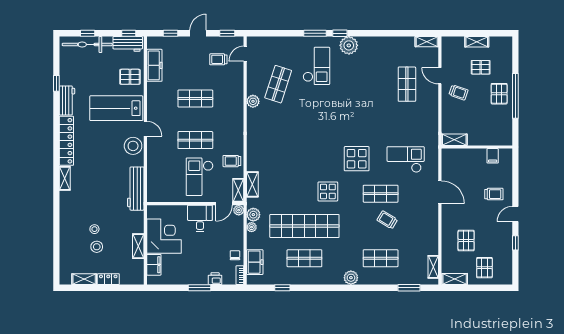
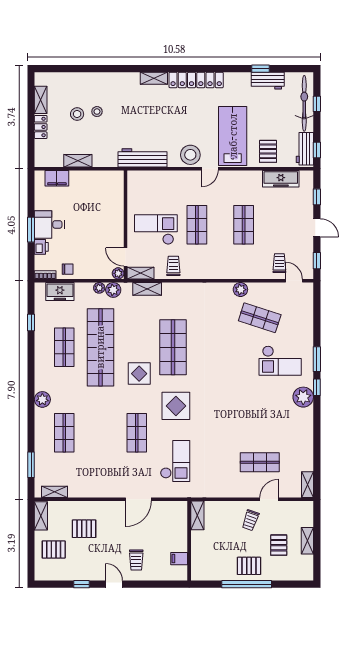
trolley: (218, 59) -> (279, 263), moved
workbench: (67, 100) -> (268, 81), moved
shop shelf: (304, 161) -> (173, 347), added
desk: (200, 218) -> (49, 224), moved, turned 180
trolley: (387, 220) -> (107, 440), removed
corner desk: (164, 236) -> (89, 190), removed

